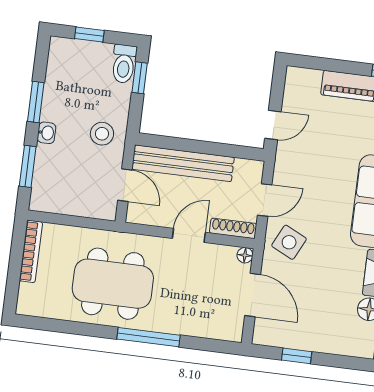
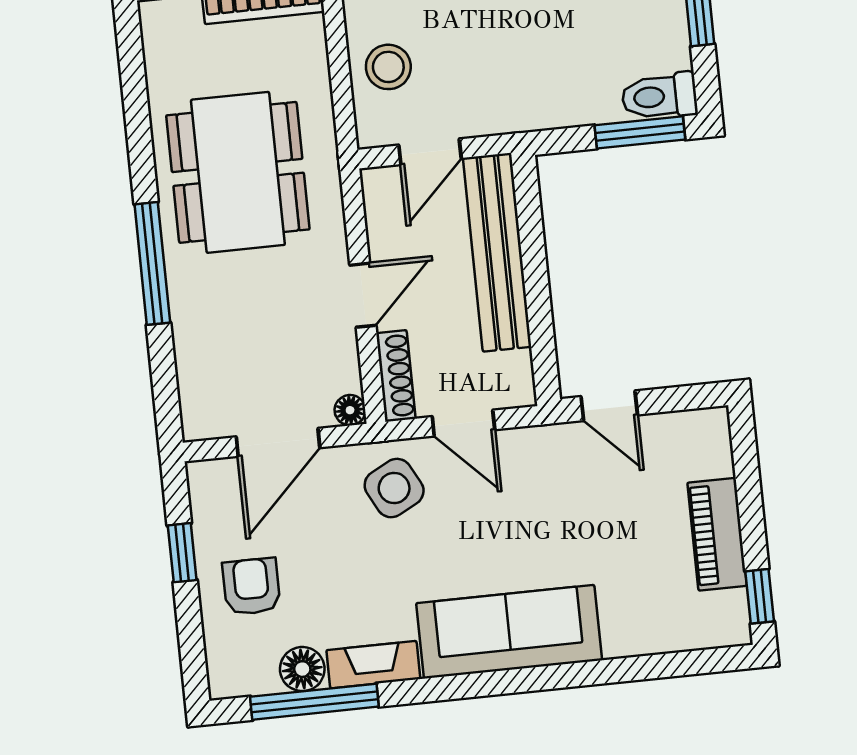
window: (140, 78) -> (640, 132), width x1.50
stool: (102, 134) -> (388, 67), moved
door: (189, 235) -> (363, 295), hinge flipped
side table: (289, 242) -> (394, 488), turned 36
armchair: (322, 325) -> (251, 587), added

